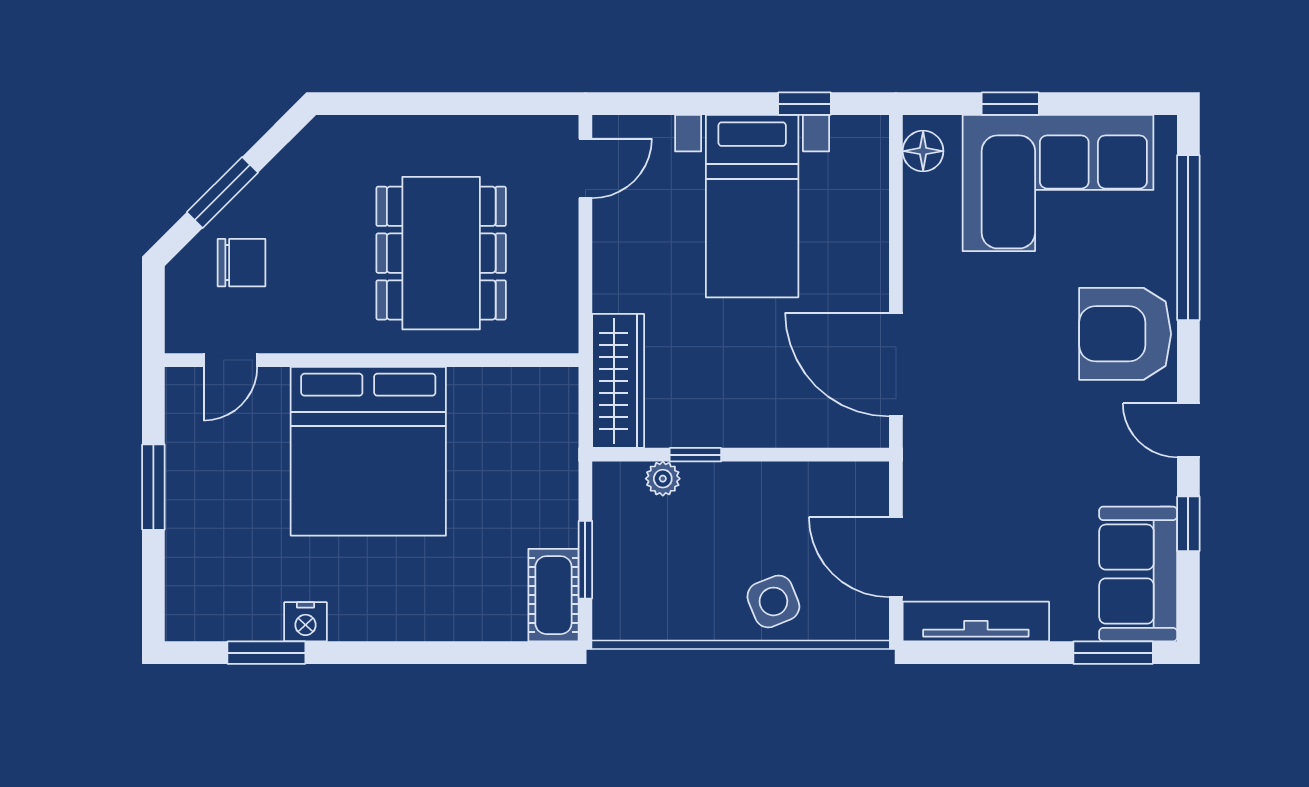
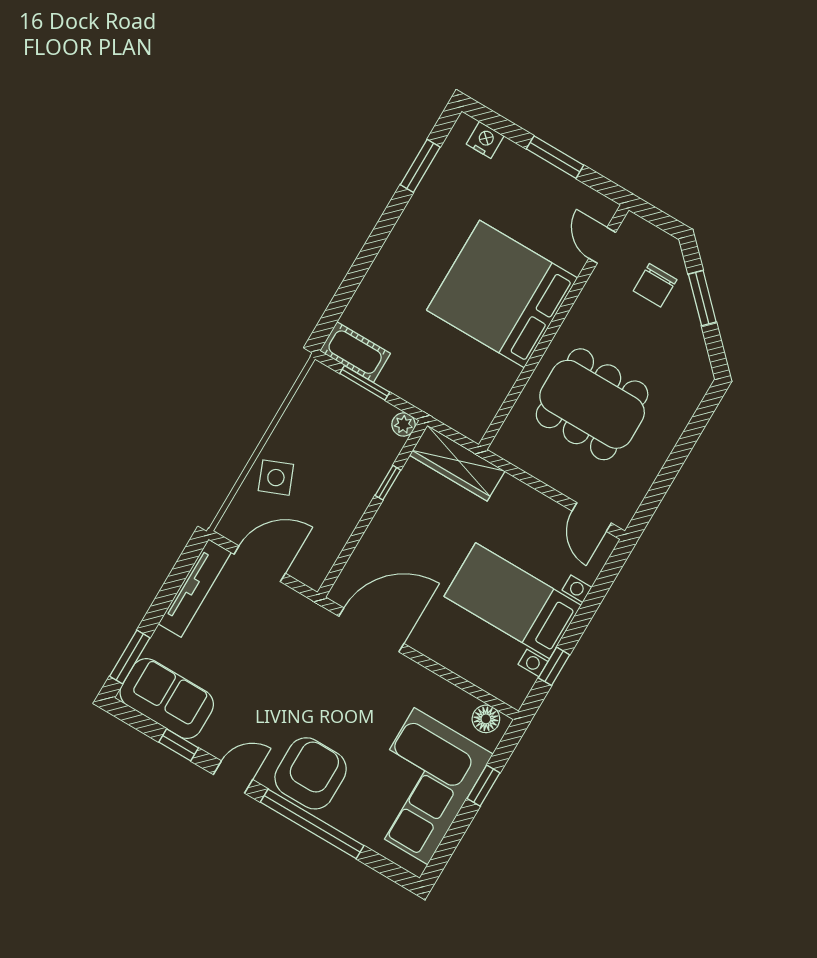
window: (1188, 238) -> (312, 824), moved
plant: (663, 479) -> (403, 425), moved
nightstand: (305, 622) -> (485, 140), moved, turned 90

